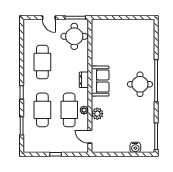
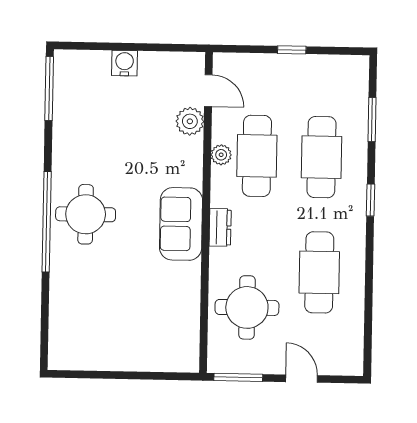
round table: (74, 36) -> (247, 307), moved
plant: (97, 114) -> (190, 121), moved
water cooler: (135, 147) -> (125, 63), moved

